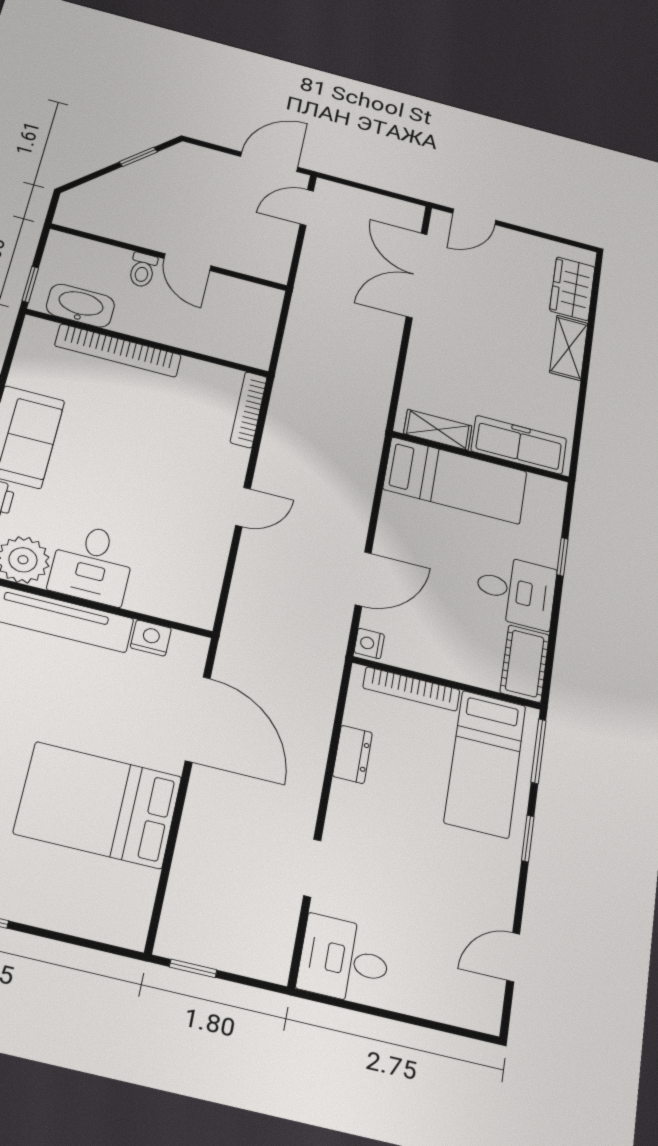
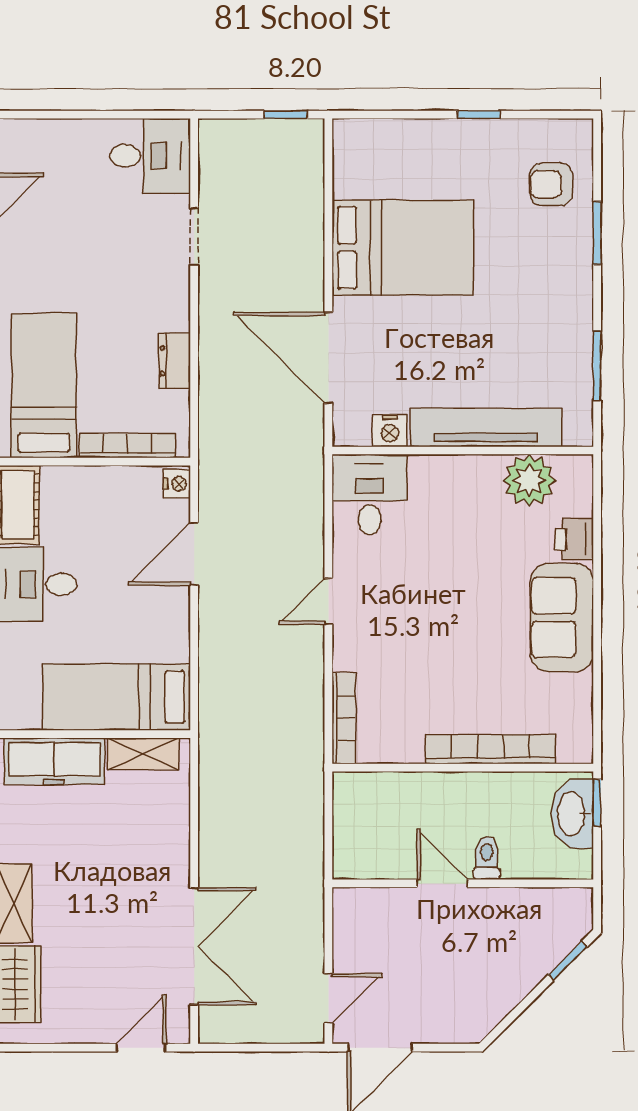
window: (138, 157) -> (568, 961), moved
washbasin: (80, 306) -> (572, 814), moved, turned 90
desk: (92, 564) -> (370, 495), moved

